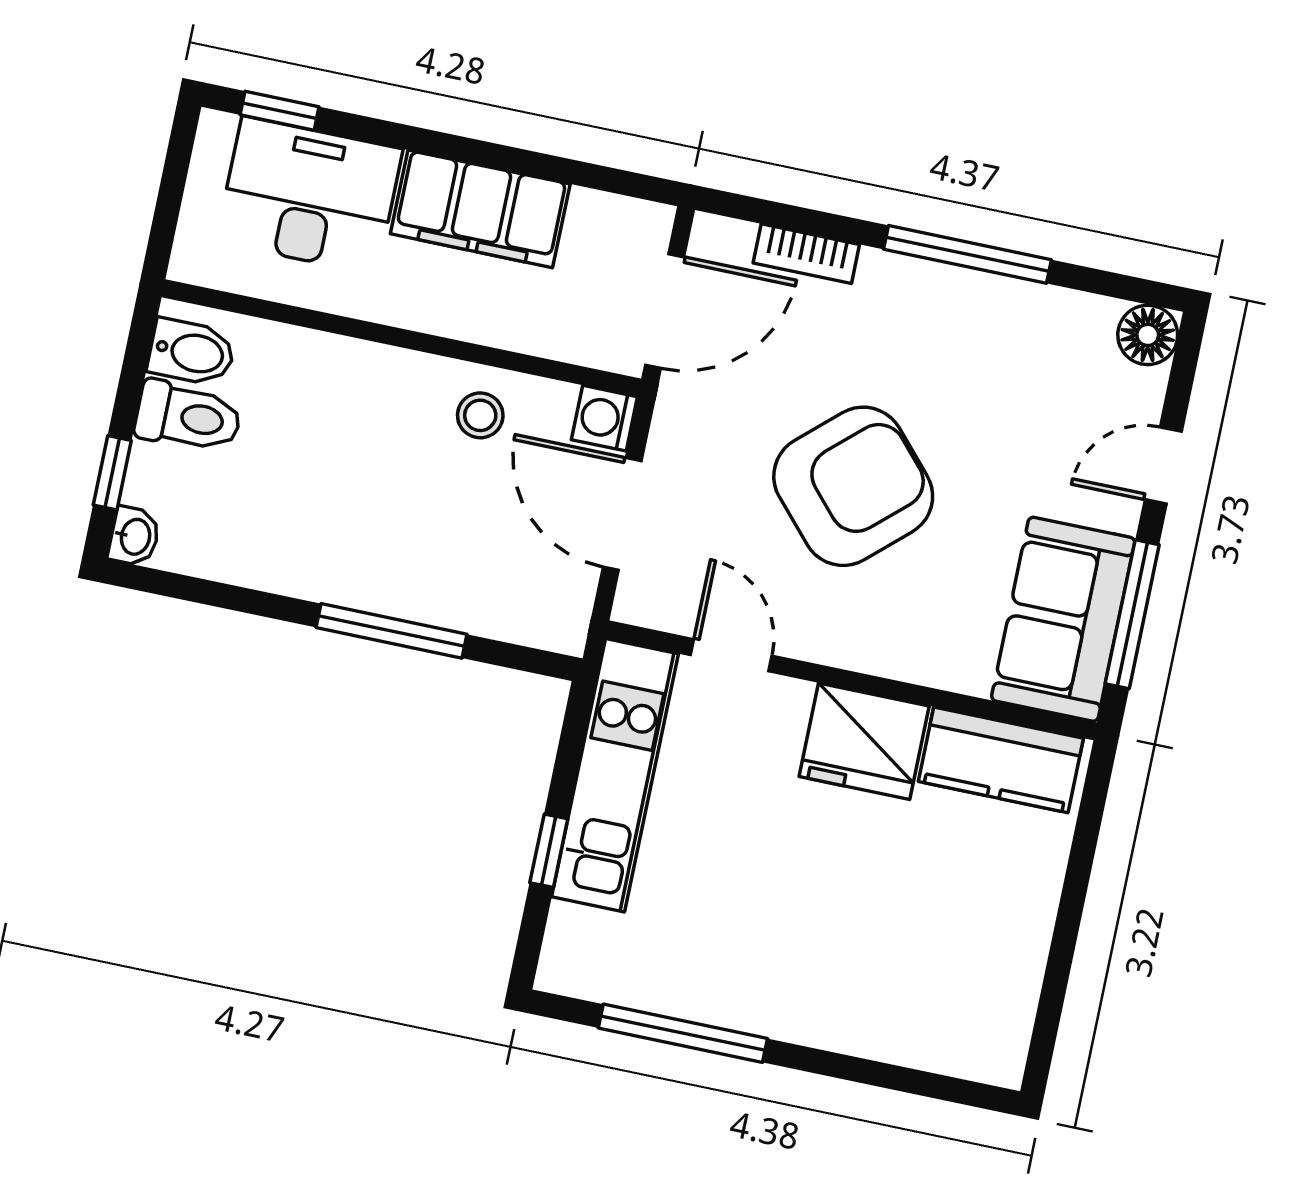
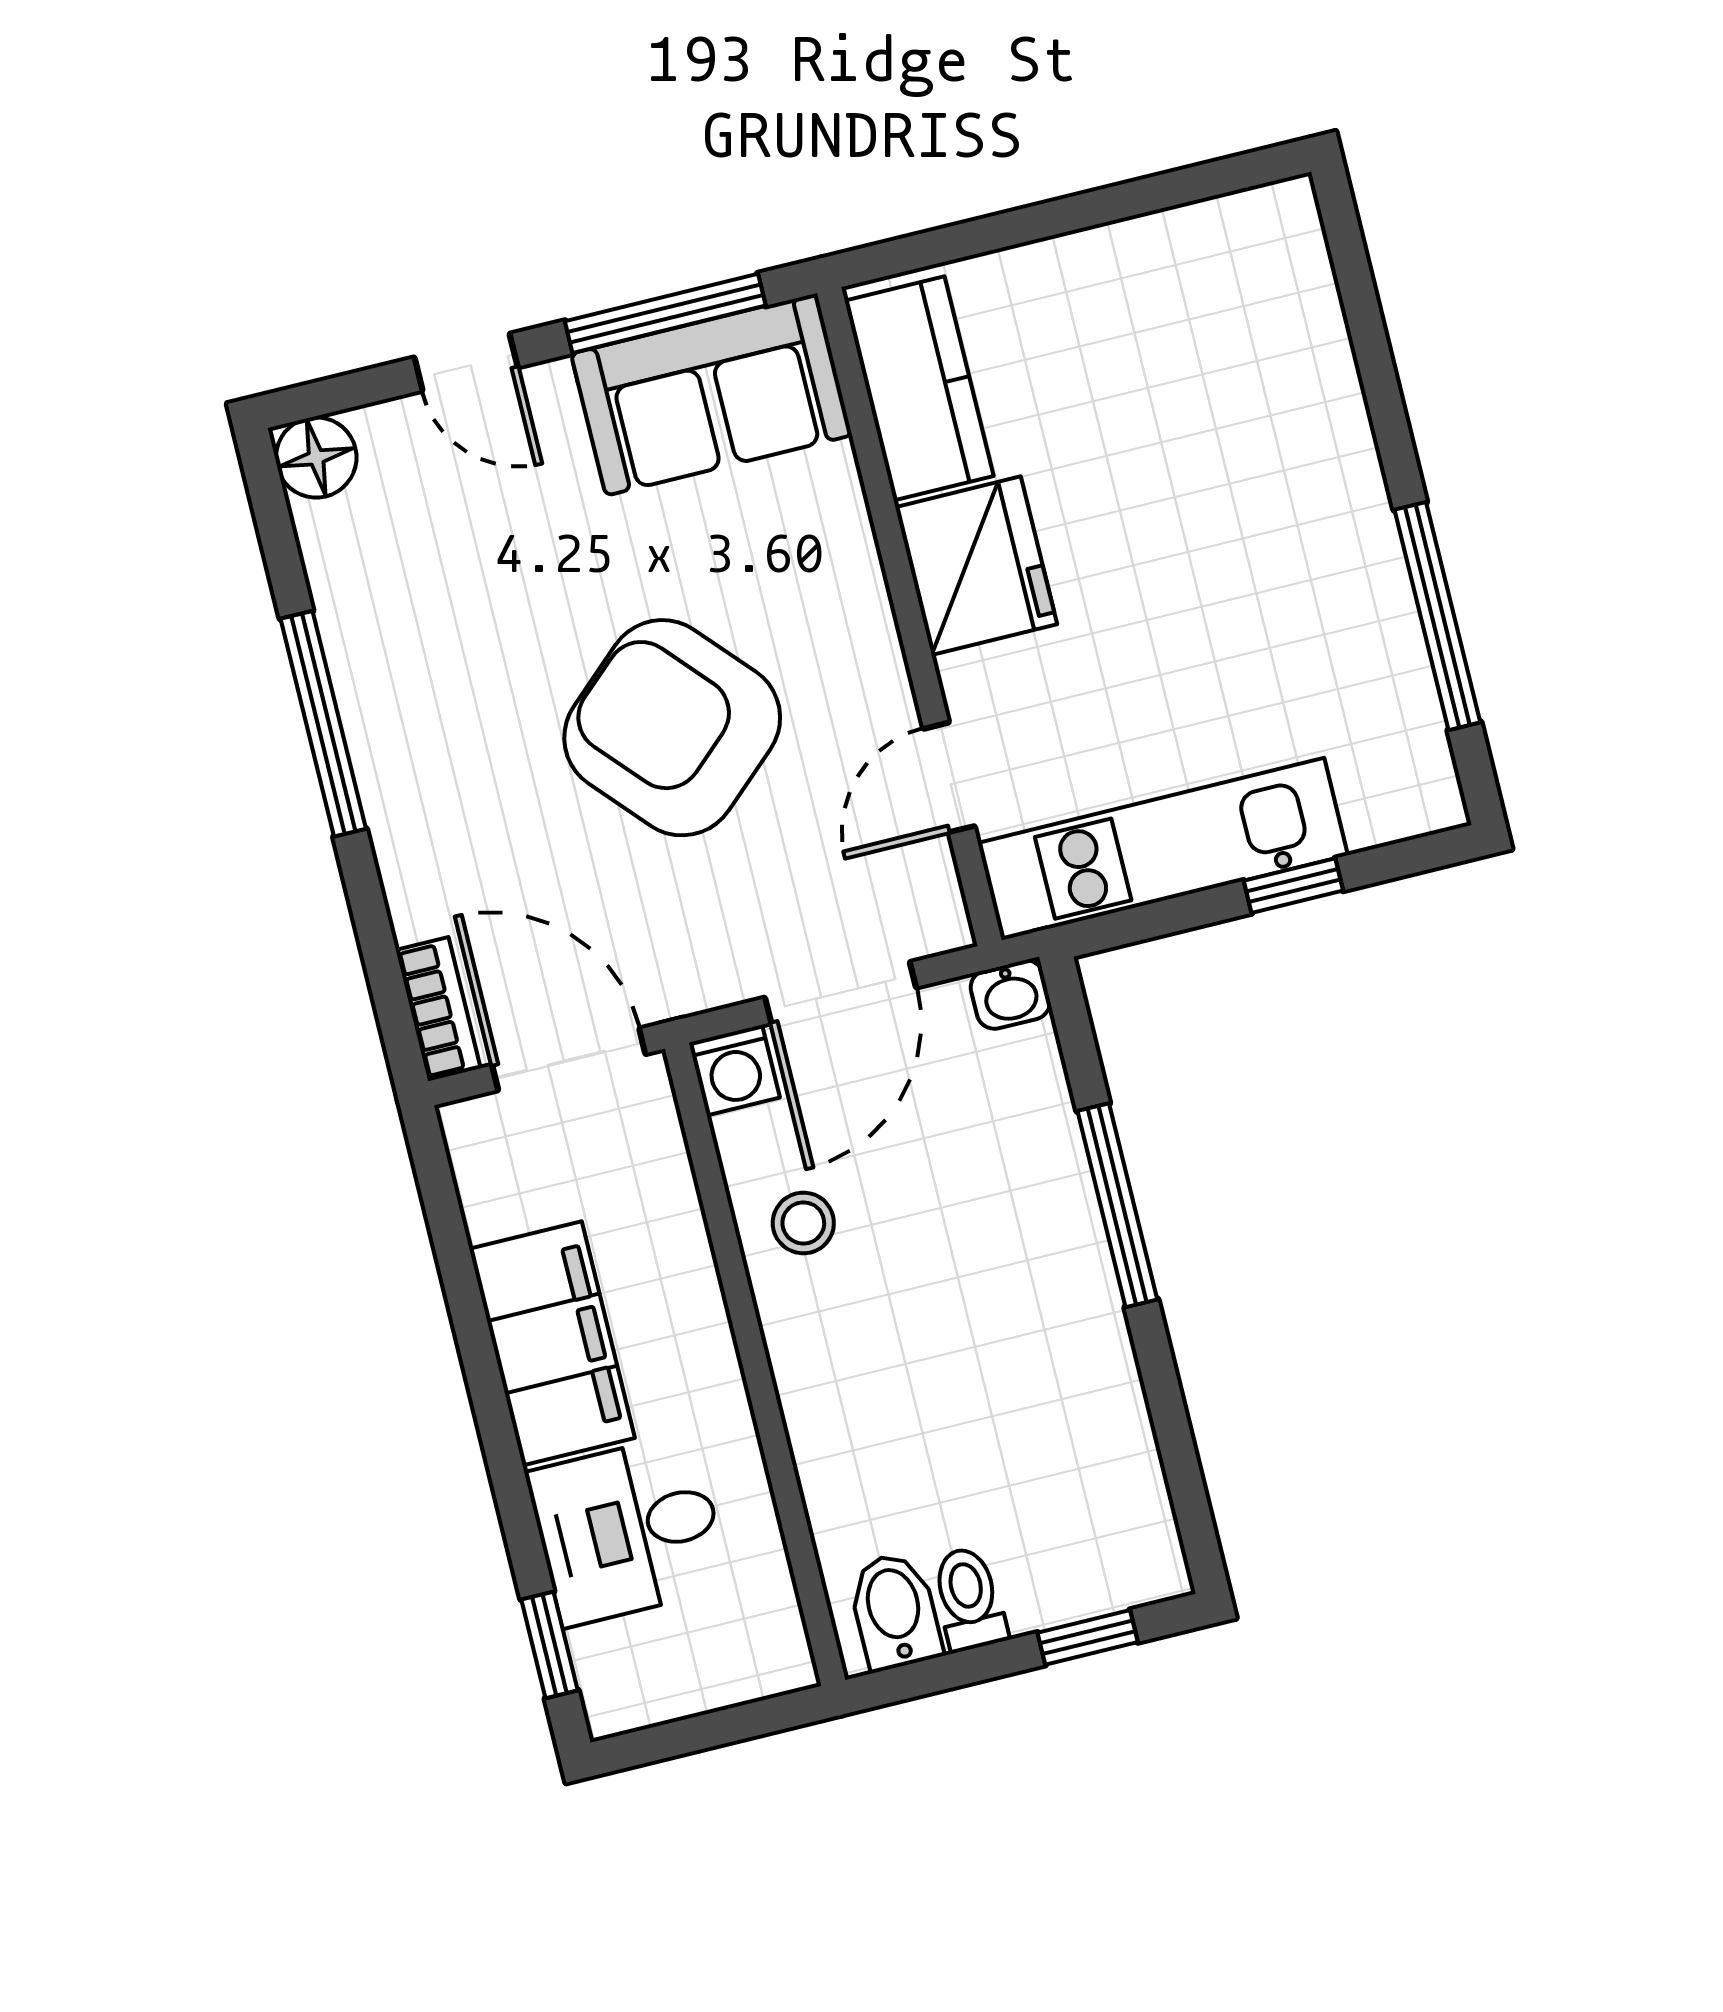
desk: (309, 195) -> (628, 1530), width x0.73
bookcase: (806, 254) -> (438, 1009), moved
toilet: (188, 417) -> (969, 1599), width x0.73, depth x0.72
washbasin: (134, 537) -> (1010, 995), moved, turned 180

